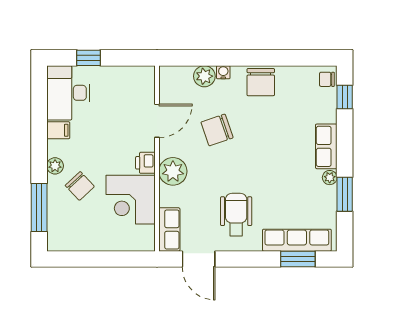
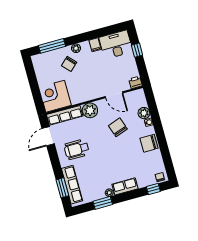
printer: (145, 163) -> (136, 82), moved
corner desk: (131, 200) -> (55, 96), moved
wheelchair: (236, 215) -> (77, 149), turned 180
row of seats: (169, 229) -> (65, 115), width x1.48

